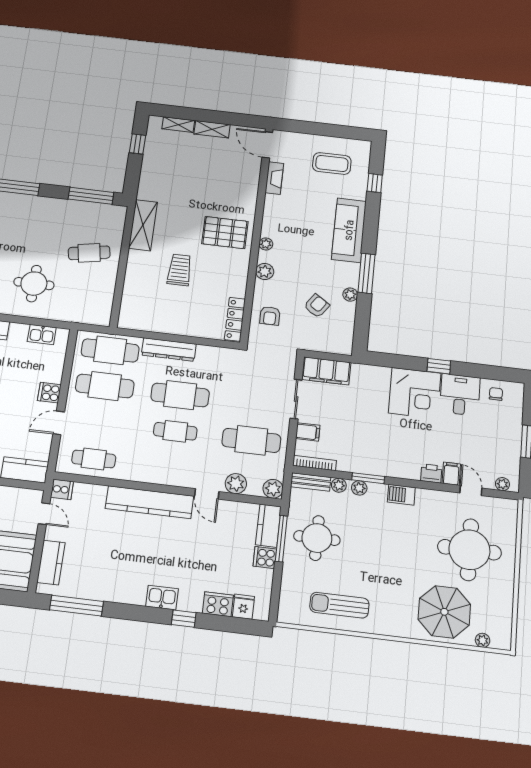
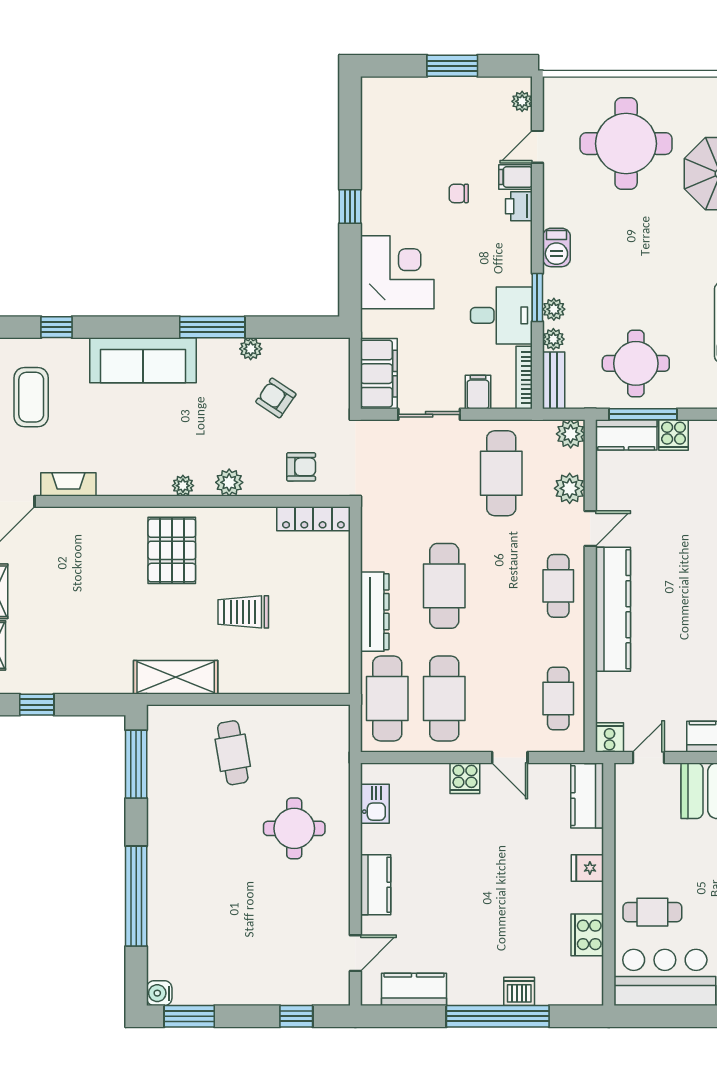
corner desk: (415, 393) -> (397, 272), moved
chair: (496, 394) -> (459, 193), moved
desk: (460, 395) -> (501, 315), moved, turned 180
cafe table: (175, 431) -> (558, 586), moved

